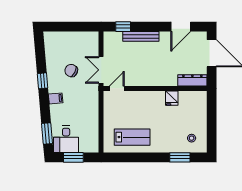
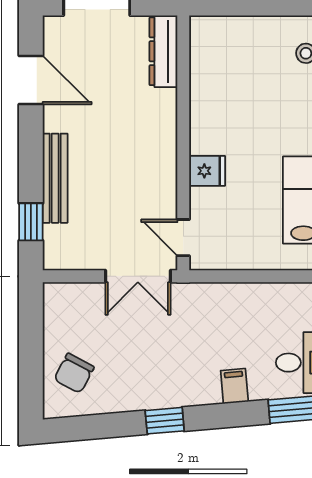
chair: (71, 71) -> (74, 373), moved
filing cabinet: (56, 98) -> (234, 386), moved
fridge: (172, 98) -> (207, 171), moved

